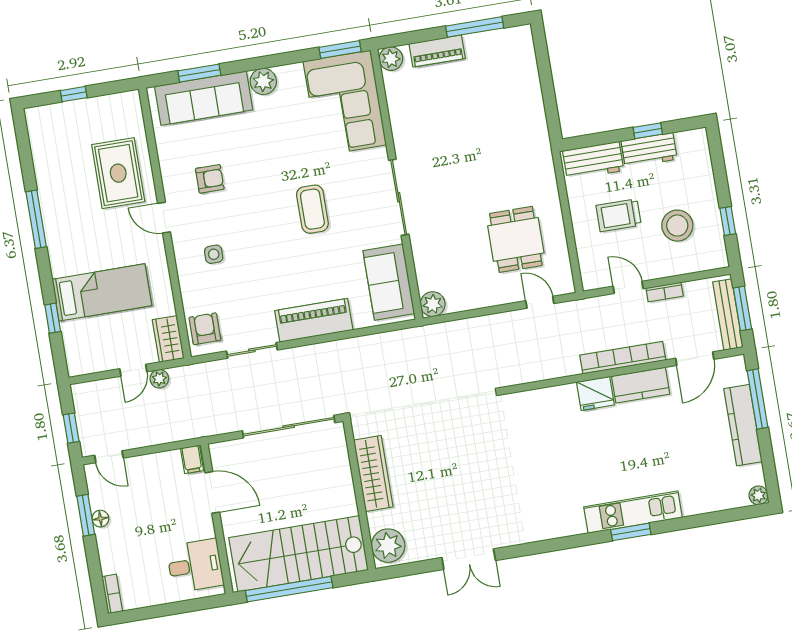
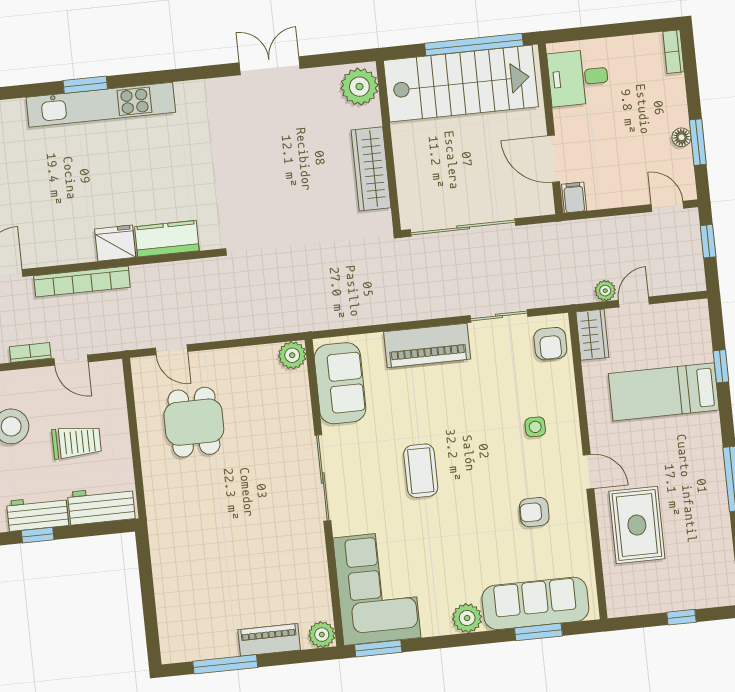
kitchen counter: (641, 385) -> (167, 239), moved
kitchen unit: (633, 512) -> (101, 105), width x1.36

